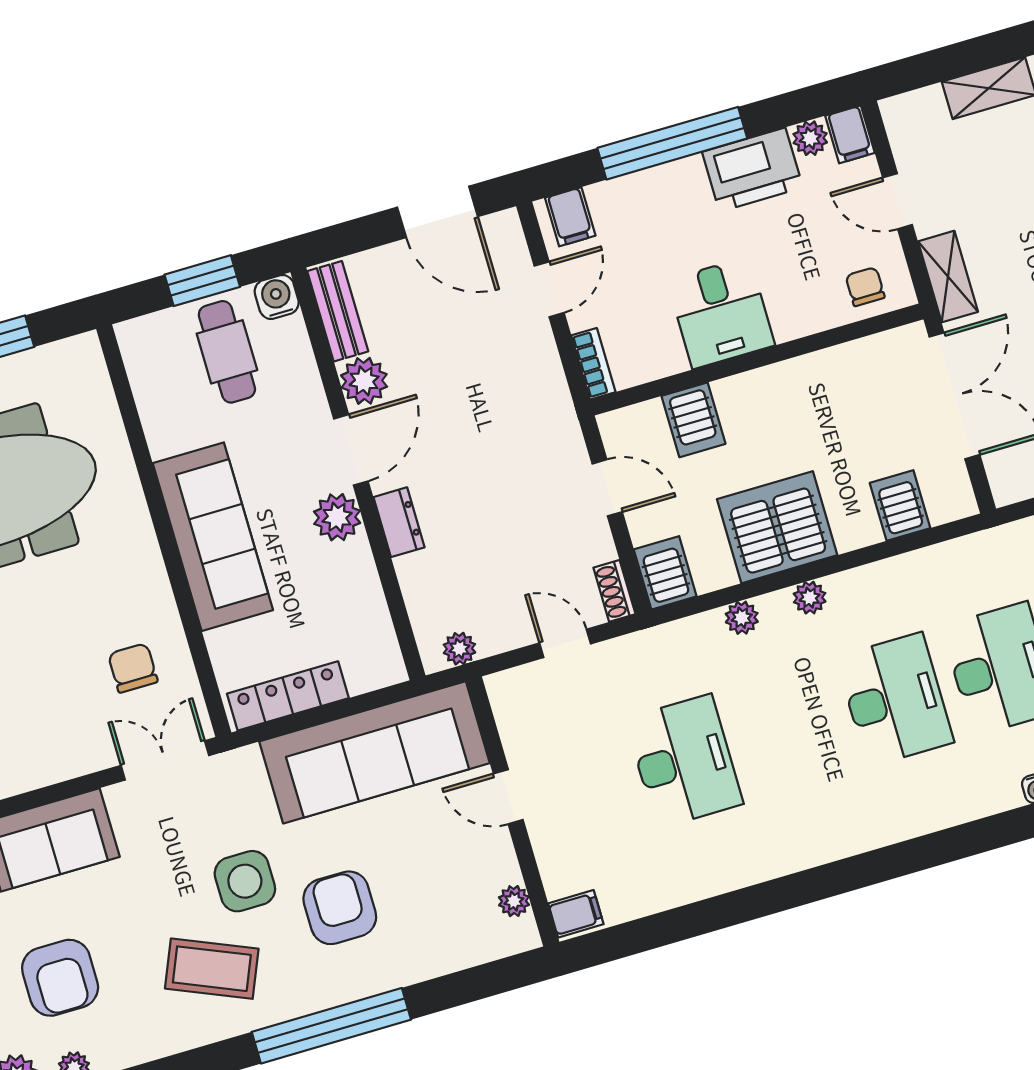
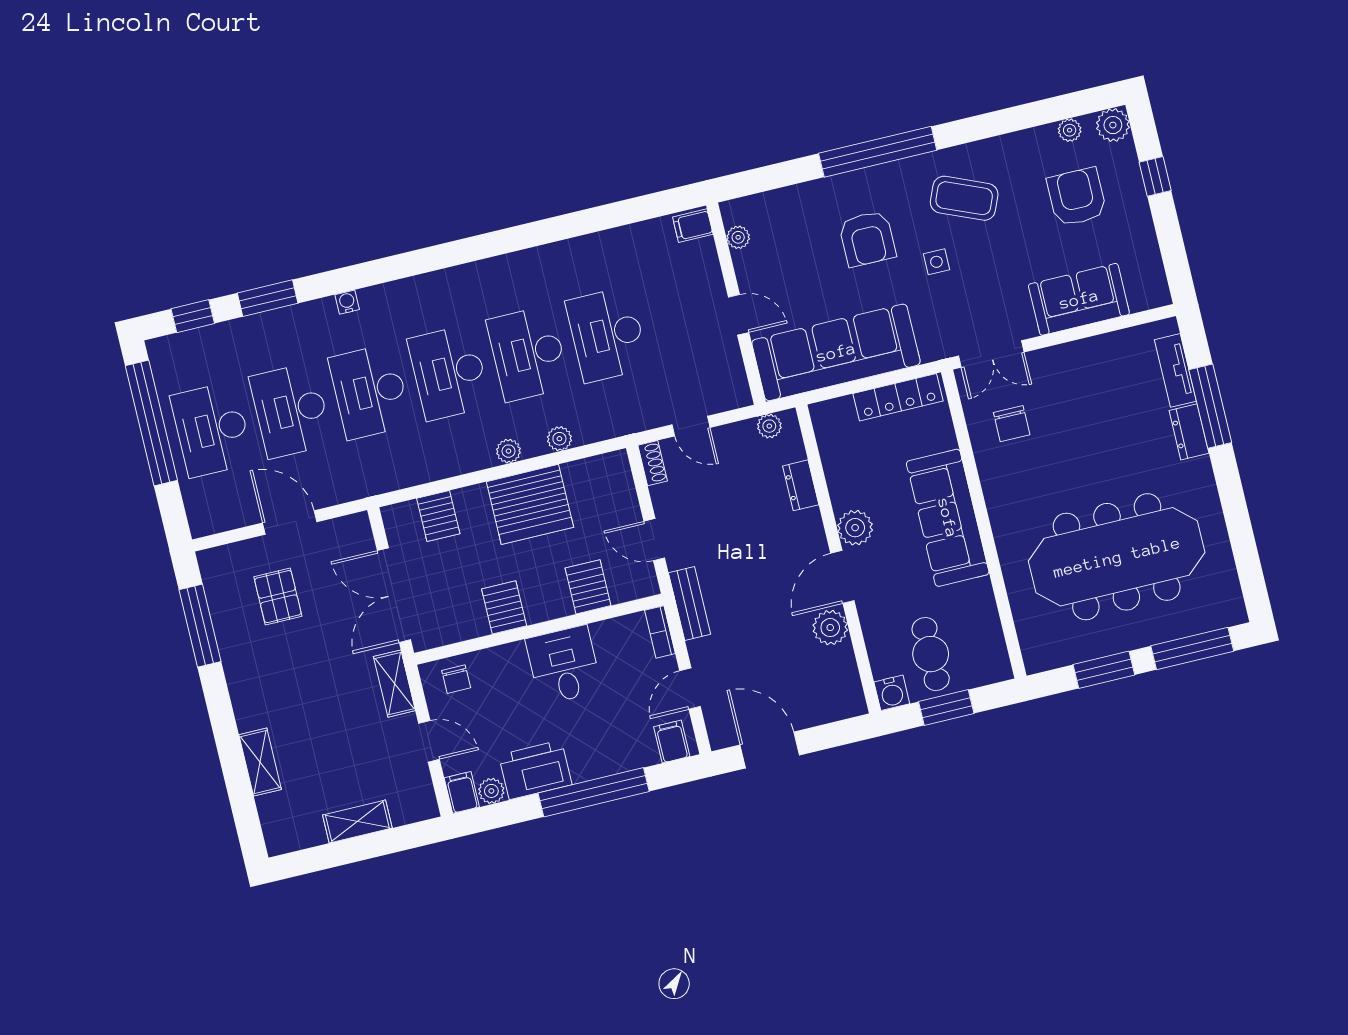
bench: (338, 311) -> (690, 603), moved
dresser: (399, 522) -> (801, 485), moved
server rack: (665, 573) -> (504, 607), moved, turned 180
desk: (790, 730) -> (528, 354), added
side table: (245, 881) -> (936, 262), width x0.54, depth x0.54

